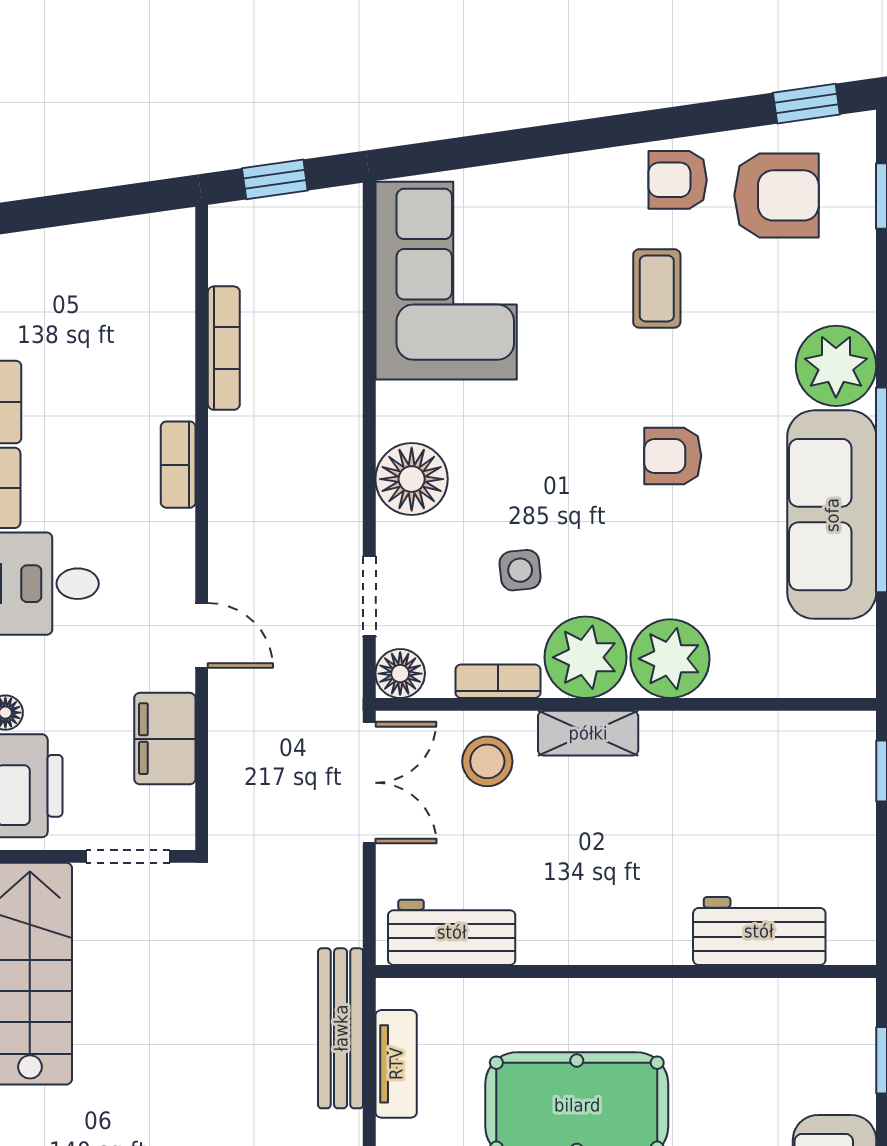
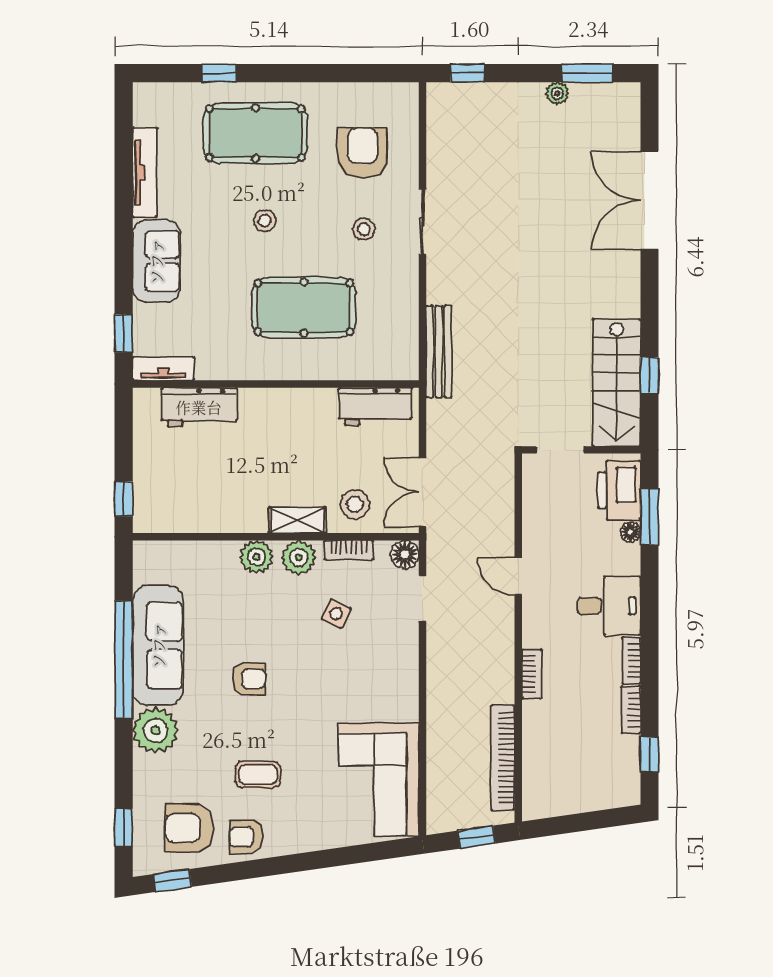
armchair: (678, 180) -> (246, 837), turned 180
coffee table: (657, 288) -> (258, 775), turned 90
bookcase: (224, 348) -> (503, 758), width x1.48, depth x1.31
floor lamp: (412, 479) -> (398, 666), removed
side table: (520, 570) -> (336, 614), turned 32
plant: (585, 657) -> (299, 557), width x0.73, depth x0.73
plant: (670, 659) -> (256, 557), width x0.73, depth x0.73
filing cabinet: (165, 739) -> (539, 517), removed
tv unit: (396, 1064) -> (163, 369), moved, turned 90

